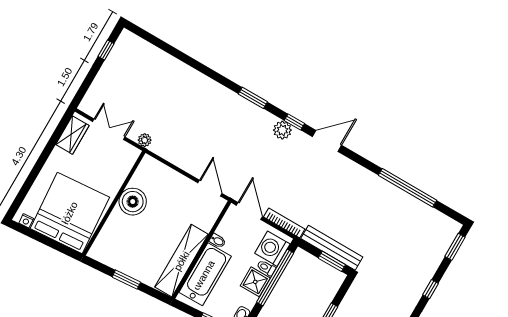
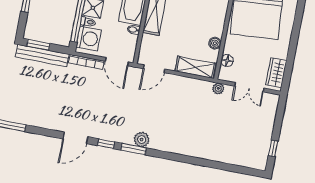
window: (253, 98) -> (134, 149), moved
plant: (282, 130) -> (142, 139), moved
floor lamp: (123, 168) -> (227, 61), added
shelving: (162, 173) -> (195, 67), added
door: (210, 188) -> (154, 69), hinge flipped
boiler: (133, 202) -> (215, 43), width x0.54, depth x0.54

